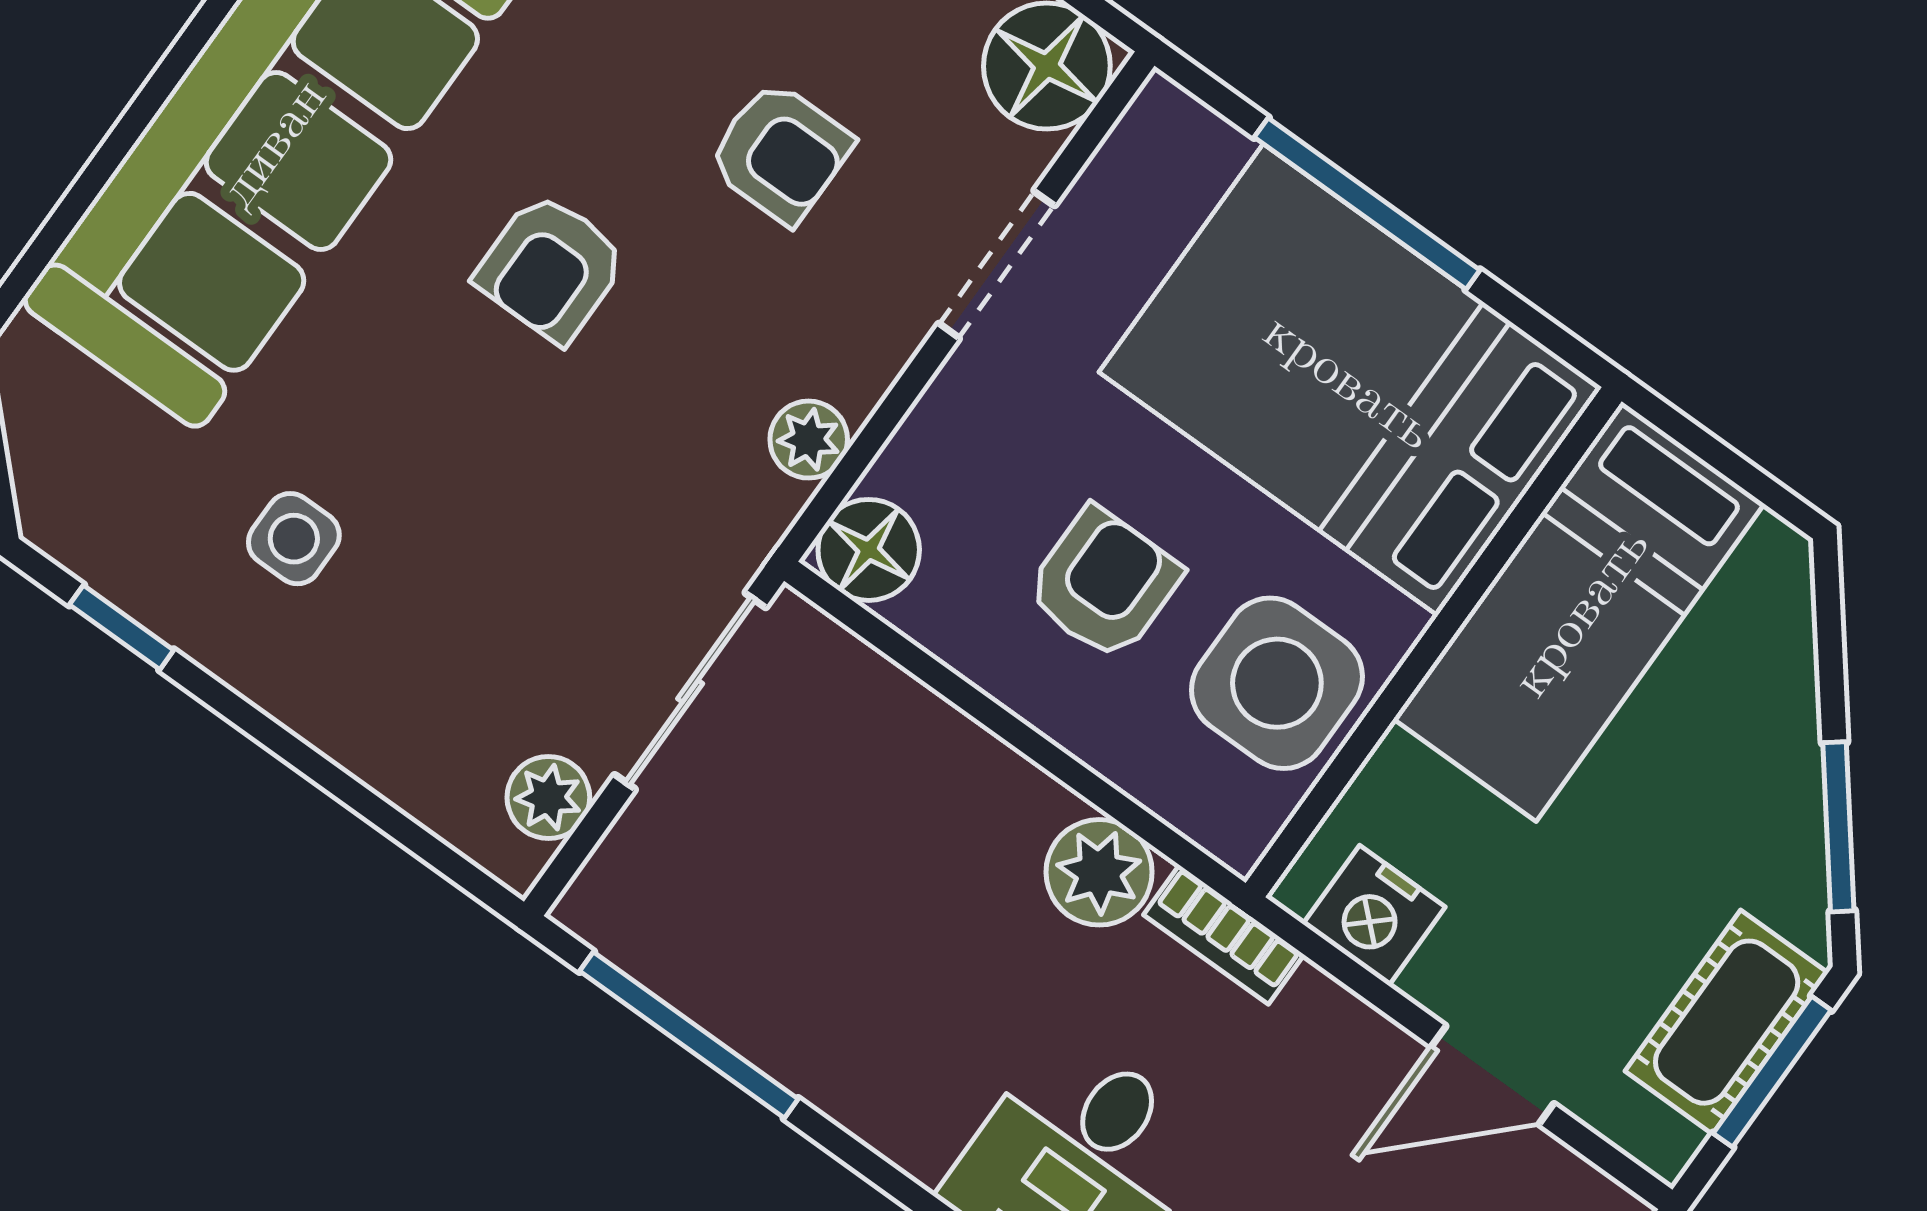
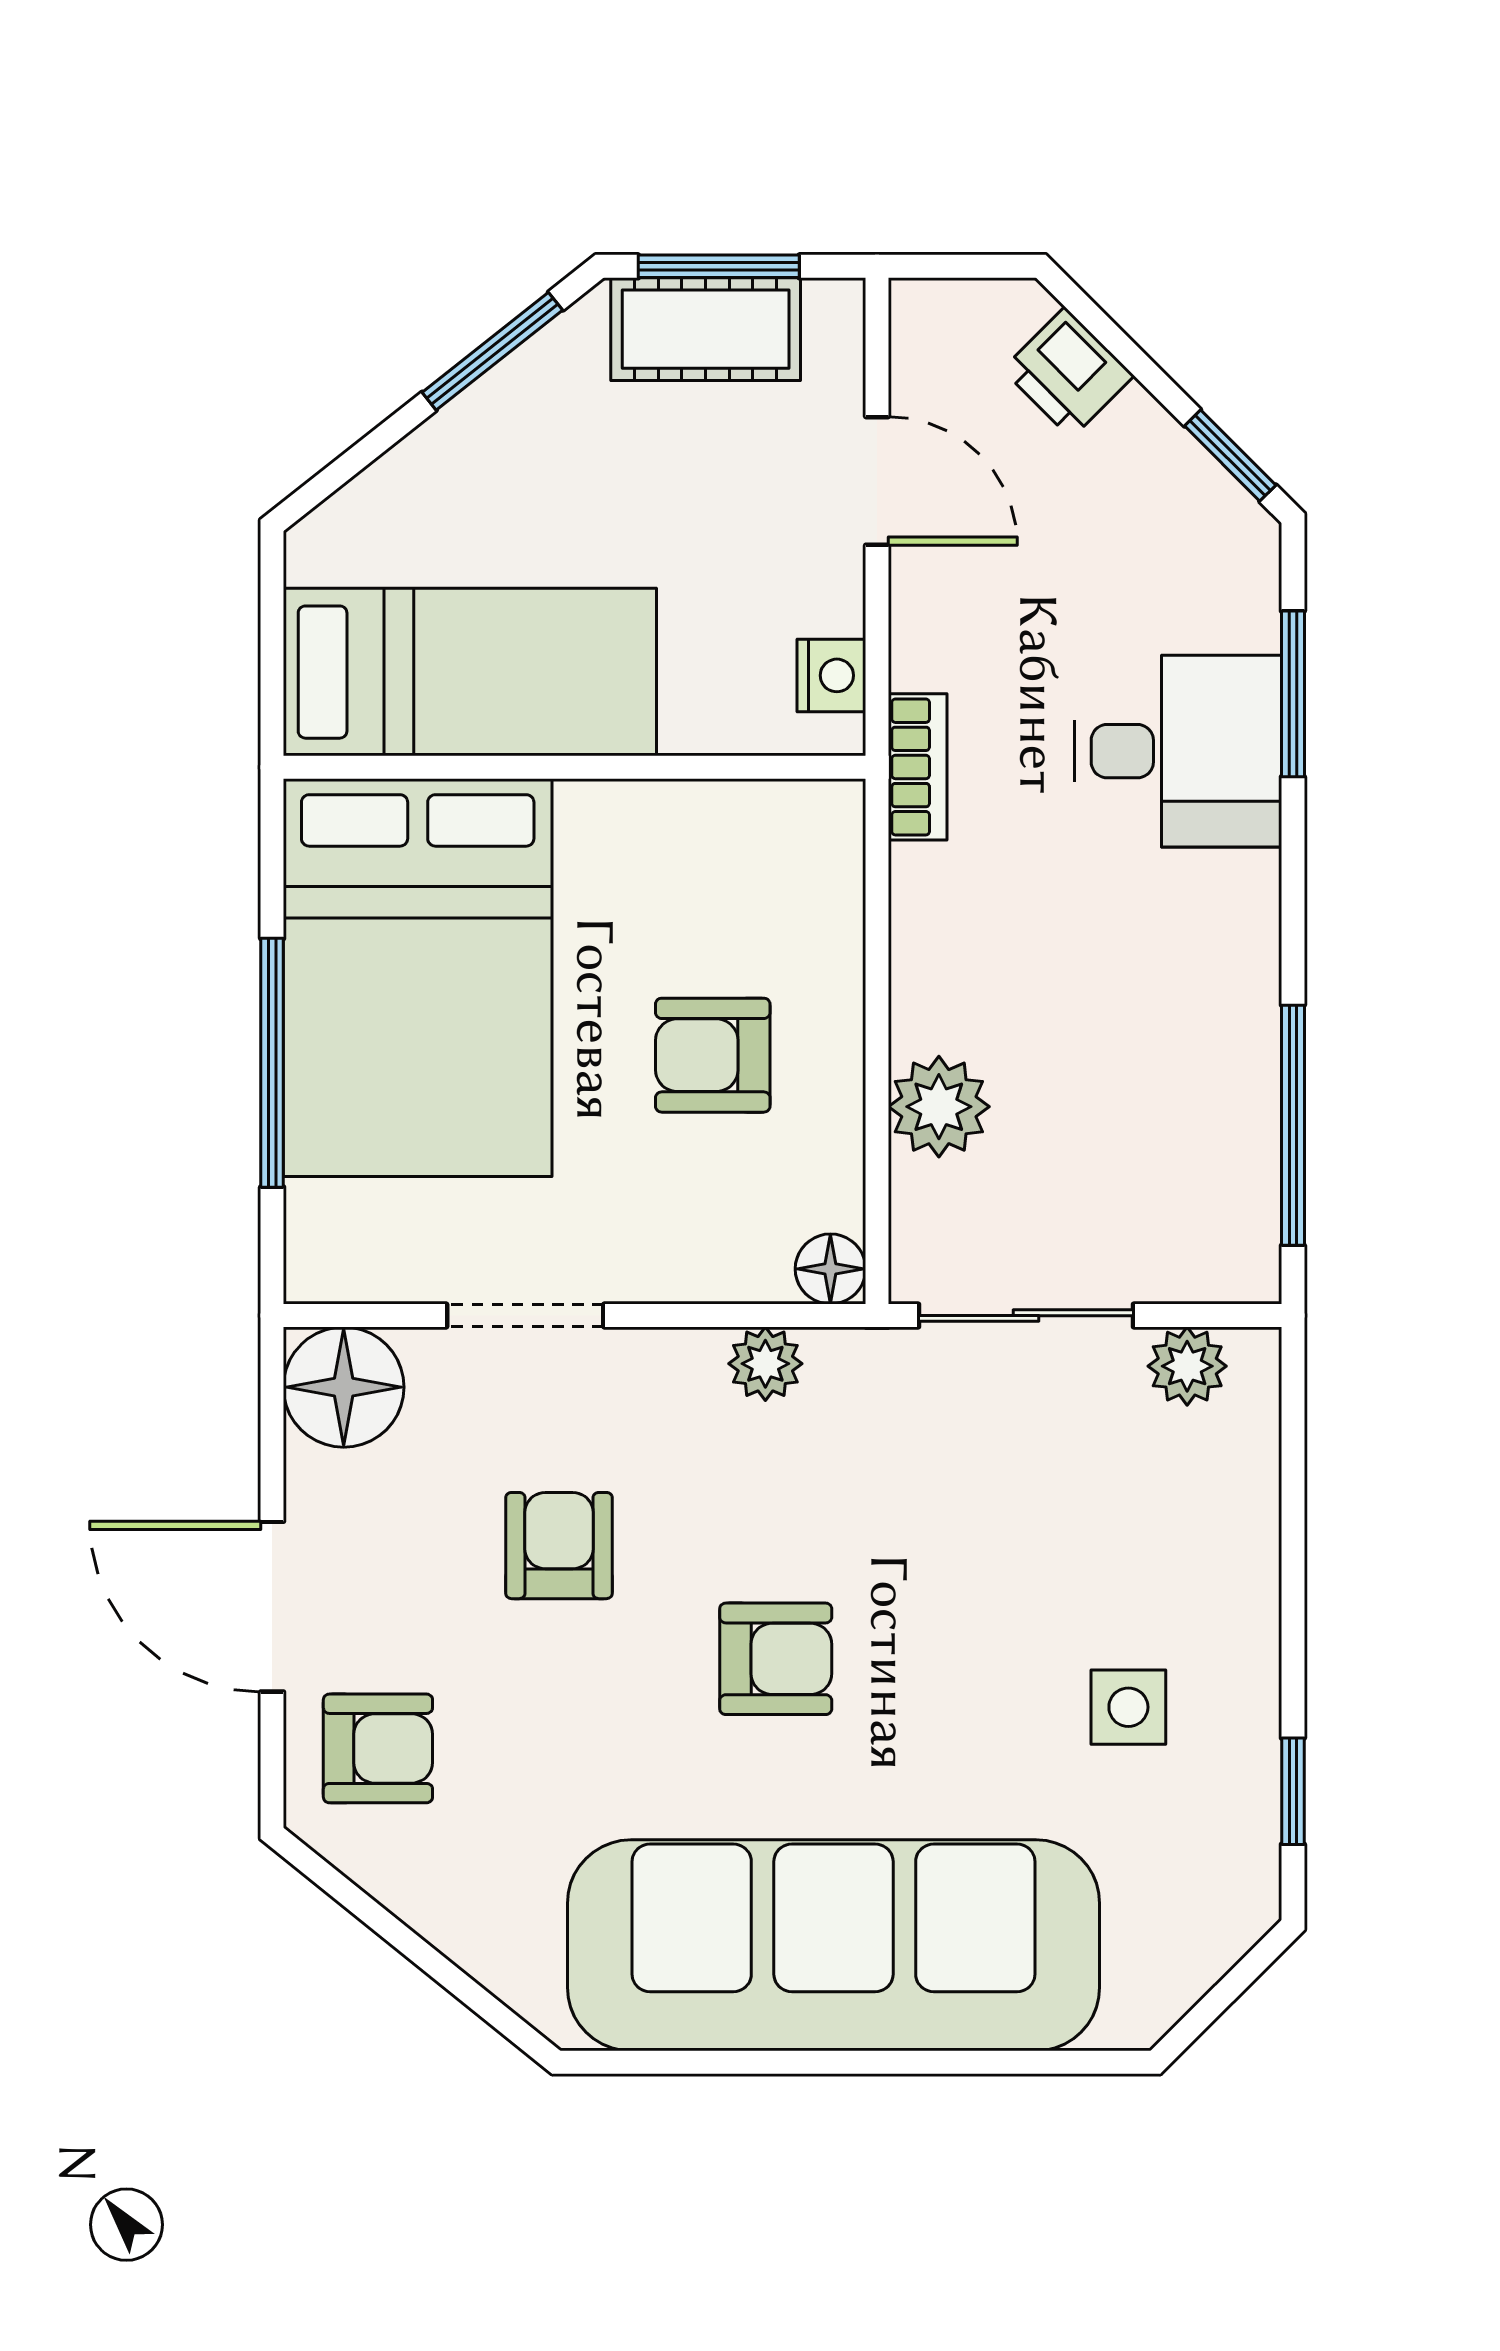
floor lamp: (869, 550) -> (830, 1269), width x0.73, depth x0.73
side table: (1277, 683) -> (693, 866), removed
plant: (1099, 872) -> (939, 1107), moved
nightstand: (1374, 915) -> (831, 675), width x0.72, depth x0.74

